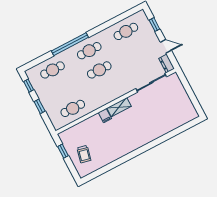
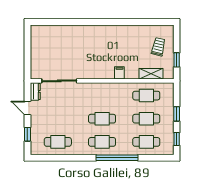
cafe table: (63, 89) -> (146, 119), added
shelving: (119, 107) -> (151, 74), moved

